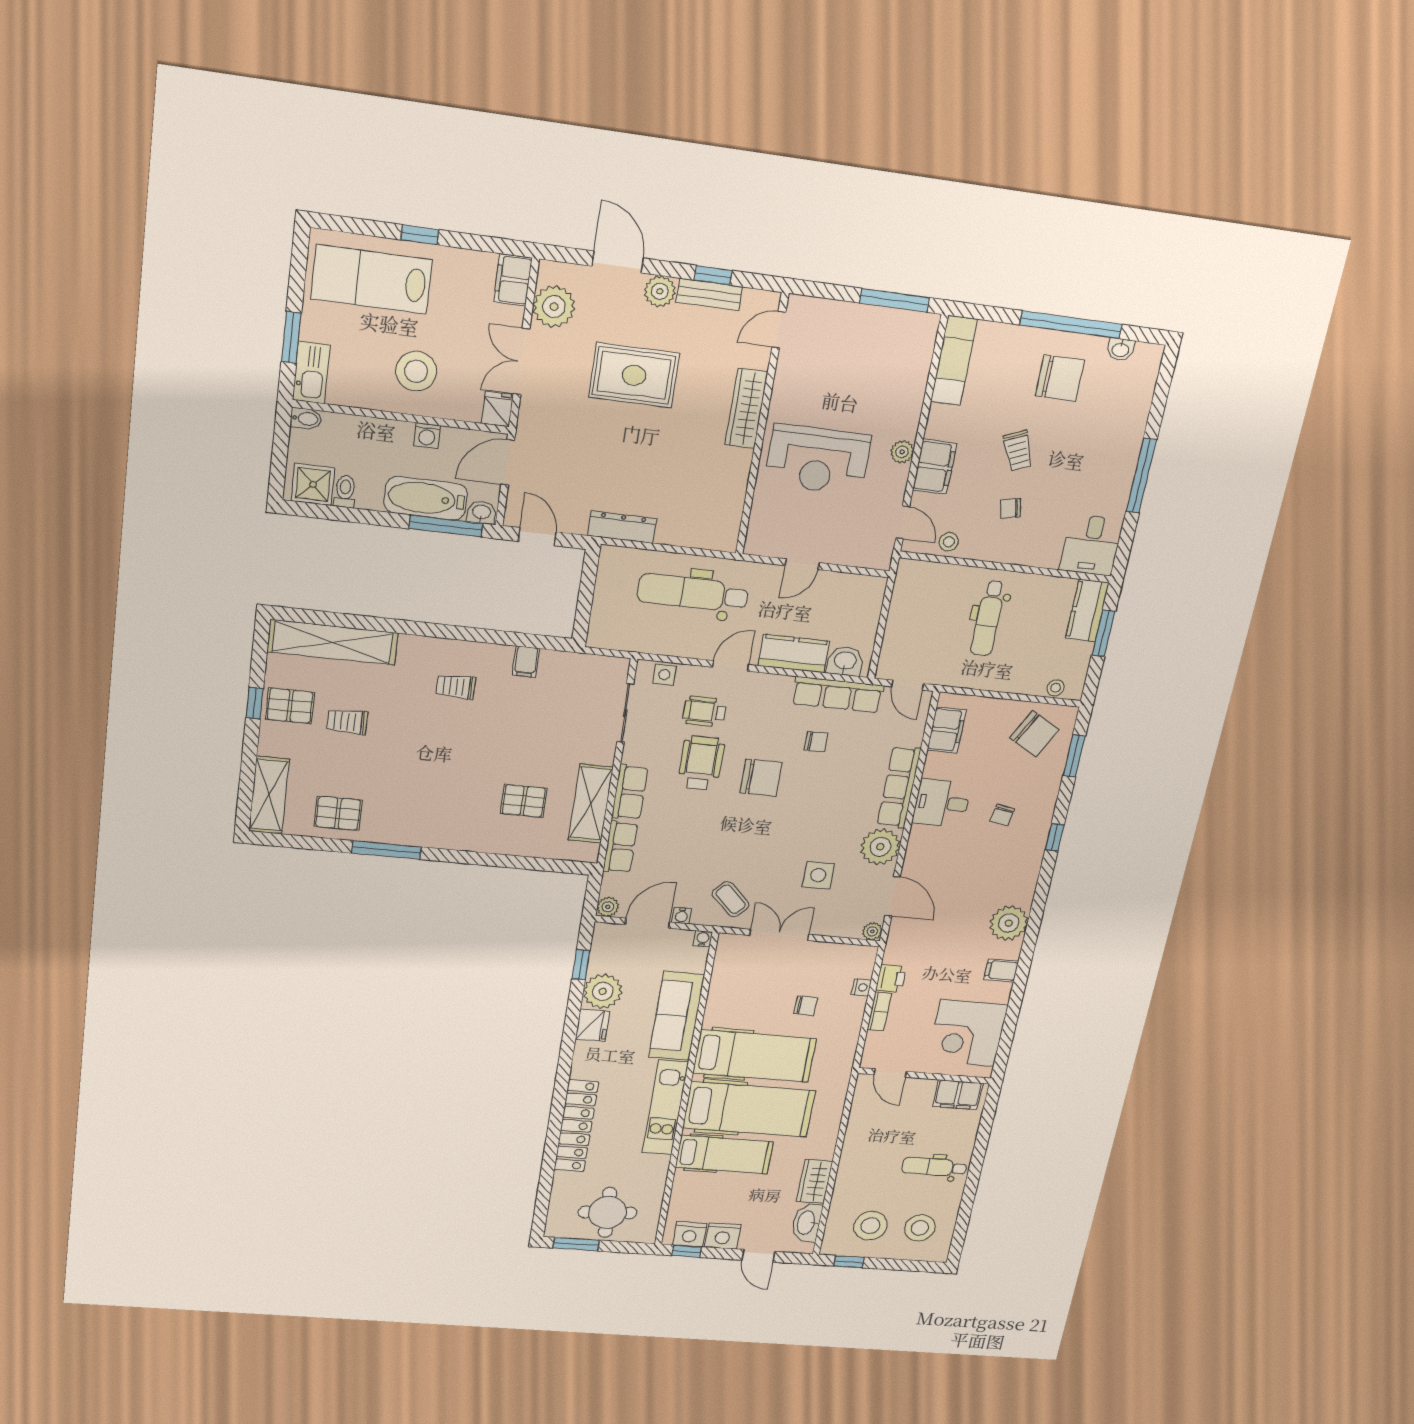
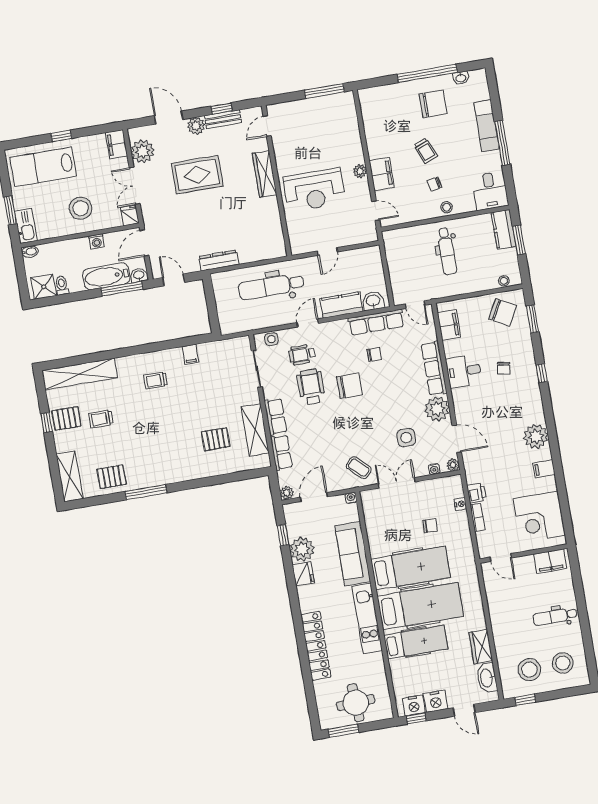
exam couch: (954, 360) -> (486, 126), moved, turned 180
stool: (949, 542) -> (447, 207), moved
water cooler: (682, 916) -> (434, 469), moved

